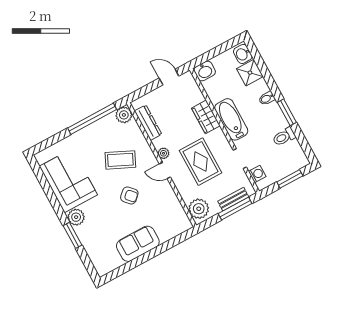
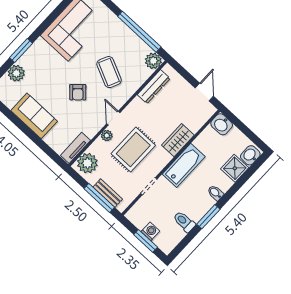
plant: (163, 153) -> (107, 136), moved
washing machine: (257, 174) -> (150, 231), moved, turned -90
tv unit: (181, 215) -> (75, 148), added
plant: (76, 217) -> (16, 73), moved

